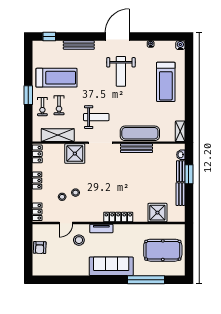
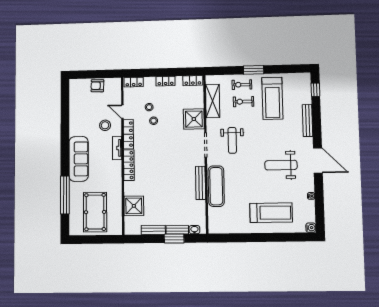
treadmill: (166, 82) -> (271, 213), turned 180
shelving: (180, 131) -> (219, 229), removed
locker: (88, 217) -> (128, 134), added

